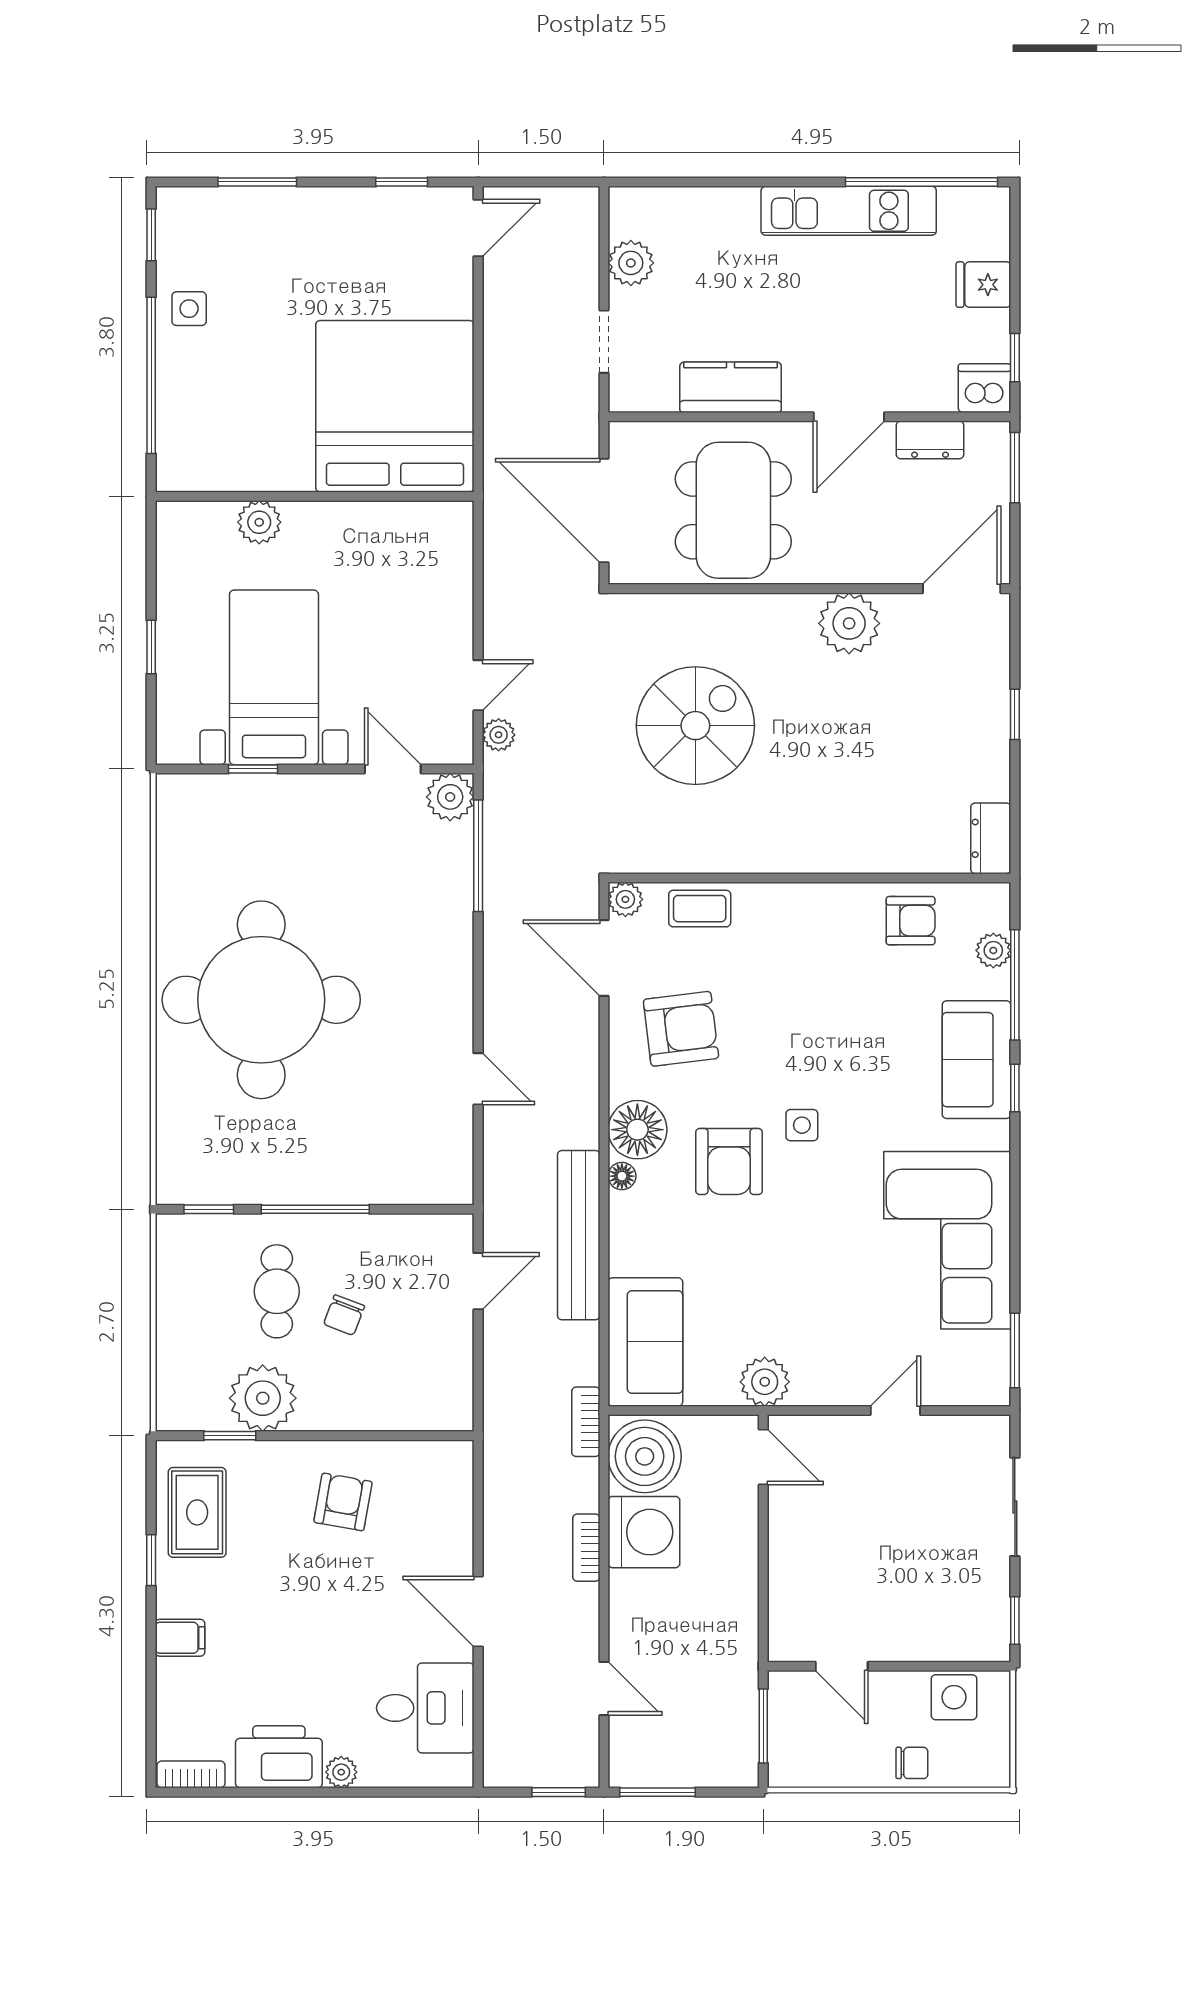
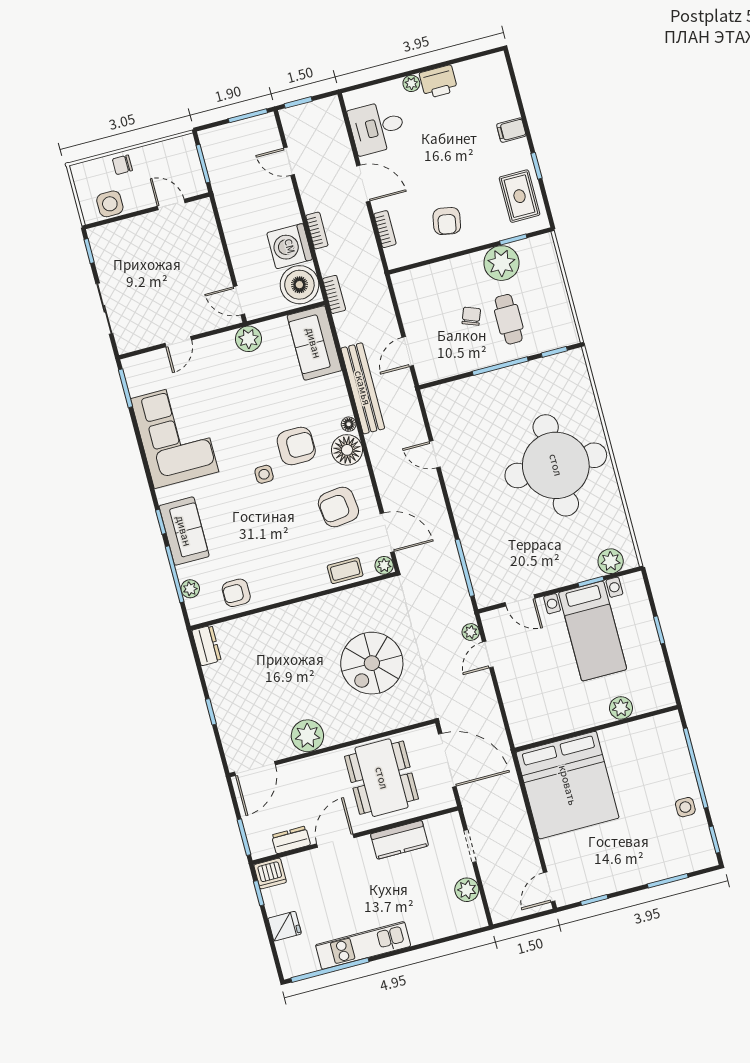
plant: (450, 797) -> (611, 561), moved
armchair: (729, 1161) -> (296, 446), turned 90
printer: (279, 1757) -> (438, 82), width x0.73, depth x0.84
bookcase: (191, 1774) -> (385, 229), moved, turned -90

